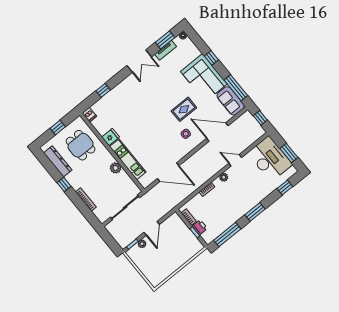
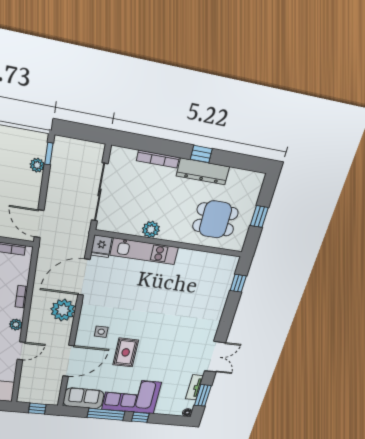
double door: (139, 61) -> (215, 357), swing flipped
window: (236, 88) -> (106, 414), moved
window: (103, 90) -> (238, 283), moved
dishwasher: (89, 115) -> (230, 262), removed
fridge: (111, 137) -> (101, 246), moved
dresser: (58, 161) -> (203, 171), moved
plant: (194, 164) -> (63, 310), added
door: (152, 228) -> (39, 224), moved

